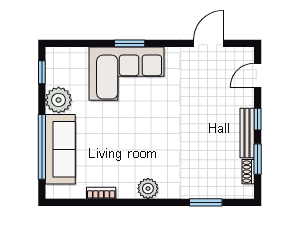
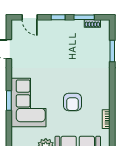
bench: (247, 133) -> (67, 24), removed
armchair: (127, 141) -> (72, 102), added
plant: (148, 188) -> (103, 89), removed

